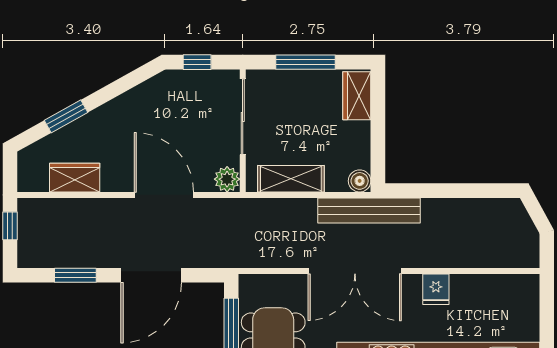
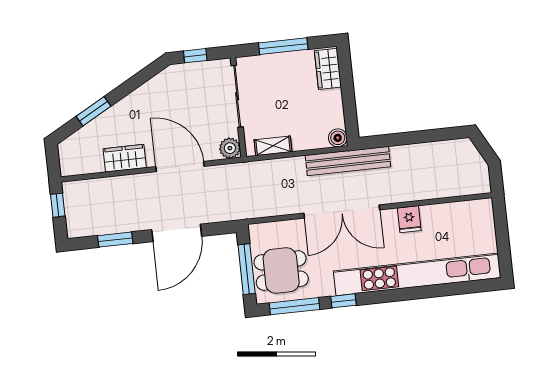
wardrobe: (75, 178) -> (125, 158), moved
shelving: (291, 179) -> (273, 146), width x0.67, depth x0.75

